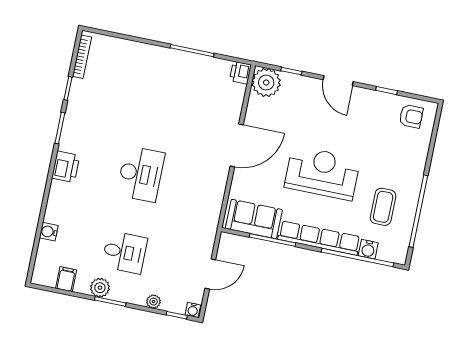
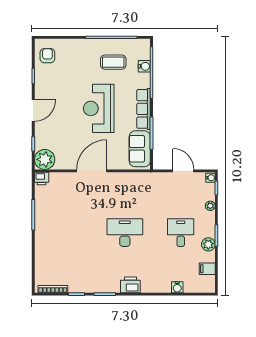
door: (237, 145) -> (92, 171), hinge flipped
row of seats: (319, 238) -> (144, 109), width x0.73

